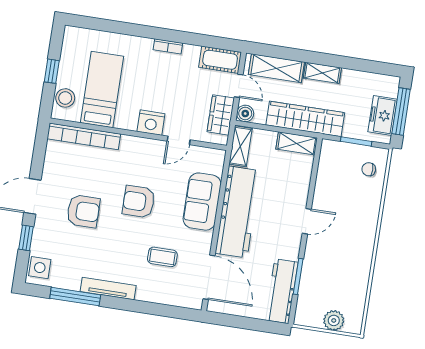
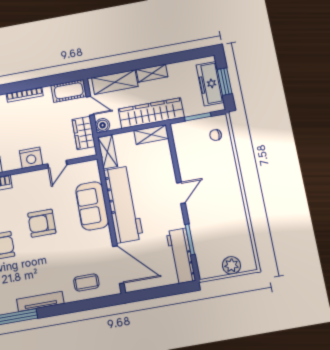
bookcase: (168, 46) -> (25, 95), width x1.56
window: (401, 112) -> (225, 82), width x0.69
freezer: (383, 116) -> (210, 84), width x1.40
coffee table: (162, 257) -> (86, 282), moved

